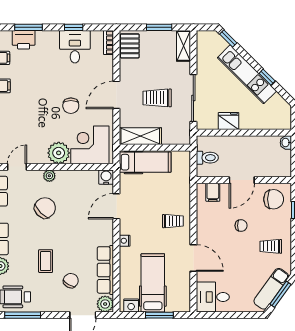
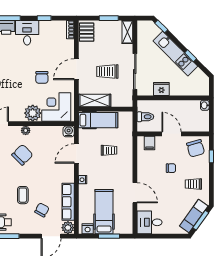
desk: (75, 47) -> (27, 33), moved
door: (242, 180) -> (171, 134), swing flipped
chair: (274, 199) -> (196, 148), turned 74
trolley: (173, 221) -> (109, 150), moved

